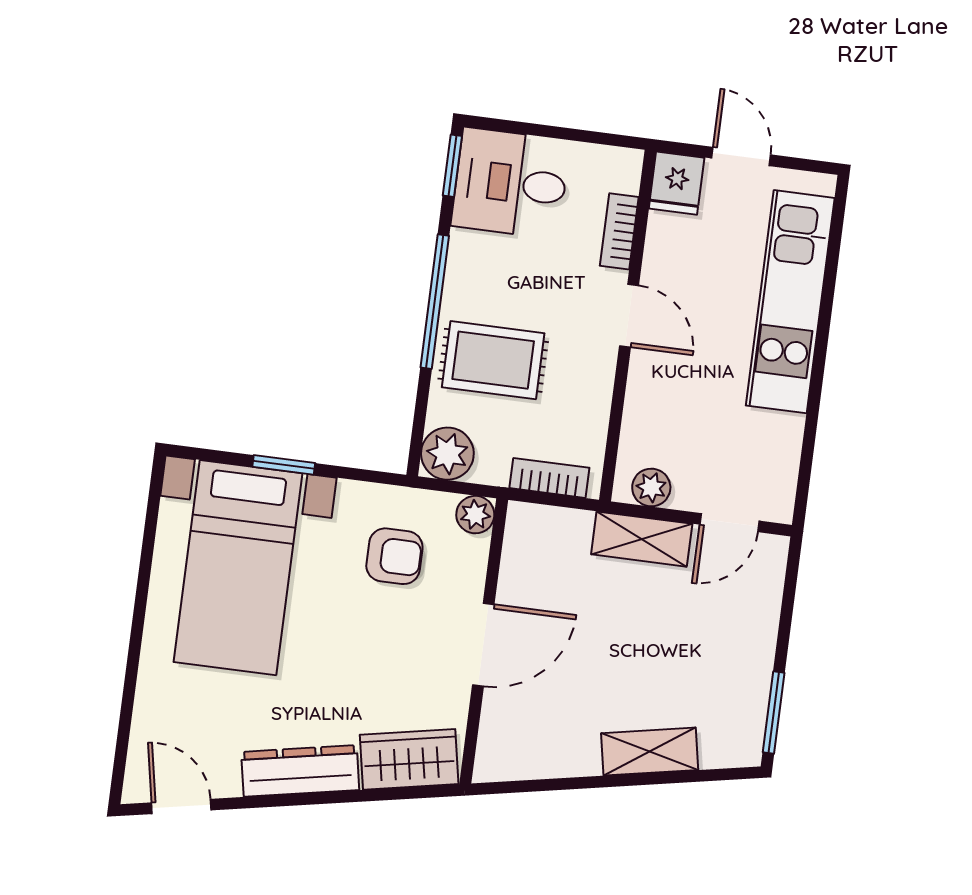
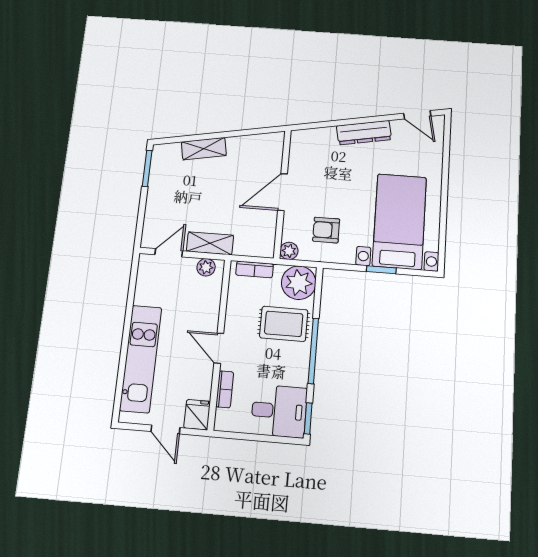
plant: (447, 454) -> (299, 283), width x1.36, depth x1.36
wardrobe: (409, 759) -> (314, 140), removed

